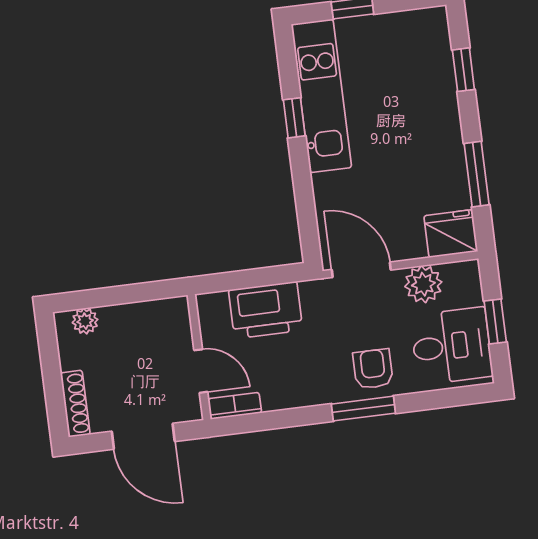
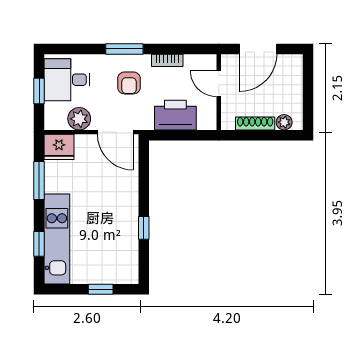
kitchen unit: (321, 96) -> (57, 239), moved, turned 180
armchair: (373, 369) -> (129, 83), moved
shoe rack: (75, 404) -> (255, 123), moved, turned 90
bookcase: (235, 406) -> (167, 60), moved
door: (143, 436) -> (258, 49), swing flipped

